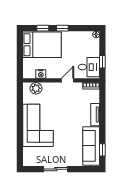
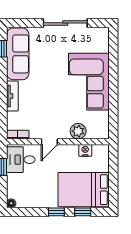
plant: (36, 88) -> (78, 131), moved
sliding door: (56, 169) -> (65, 23), width x1.37

